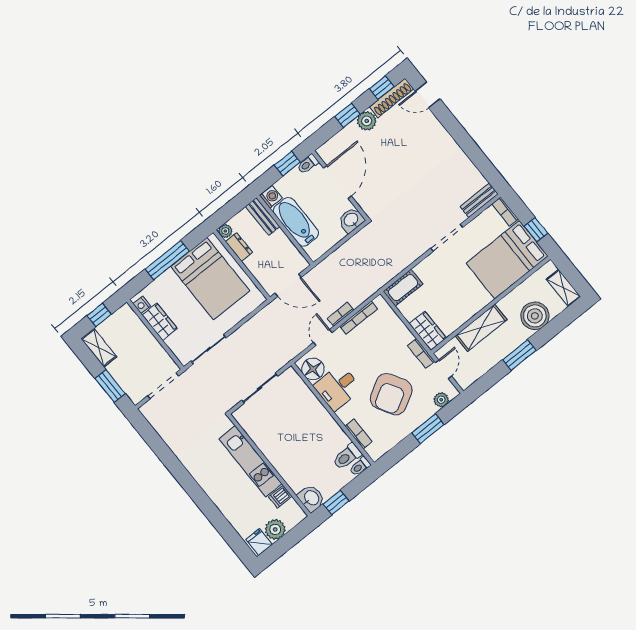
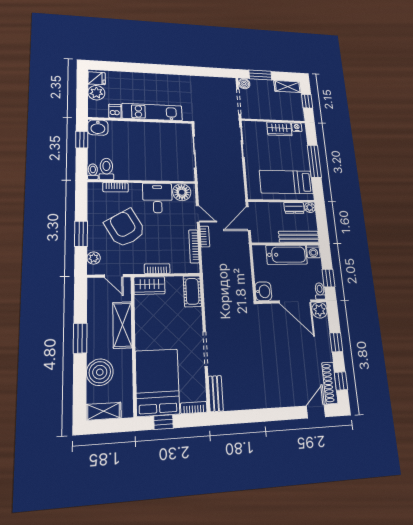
plant: (367, 121) -> (319, 310), moved
bench: (263, 217) -> (299, 237), width x1.36
bed: (210, 279) -> (286, 182), width x0.67
bookcase: (421, 353) -> (157, 269), moved
boiler: (136, 395) -> (244, 84), added

